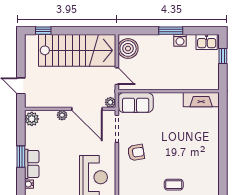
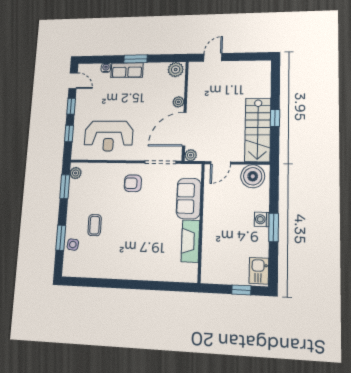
window: (43, 31) -> (275, 118), moved
washing machine: (180, 40) -> (262, 219), moved
stairs: (77, 50) -> (258, 130), width x0.73, depth x0.66
fireplace: (201, 100) -> (190, 241), moved
sofa: (136, 103) -> (189, 198), moved
armchair: (136, 152) -> (133, 183), turned 99

